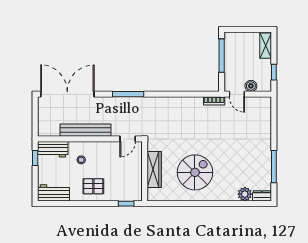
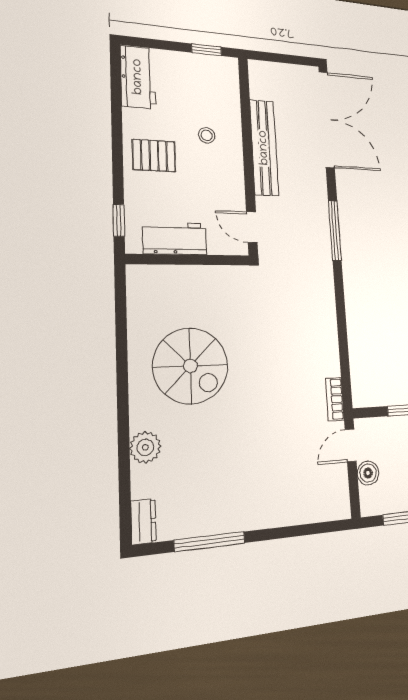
workbench: (53, 149) -> (175, 238), moved, turned 90
wardrobe: (154, 170) -> (193, 279), removed
pallet: (93, 186) -> (154, 156), turned 90
plant: (245, 194) -> (145, 447), moved

